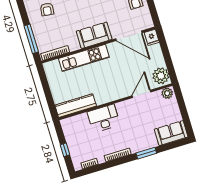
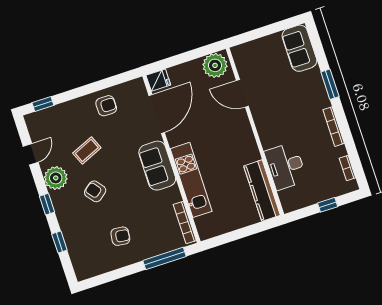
plant: (167, 93) -> (241, 55), removed
desk: (104, 118) -> (286, 166), moved

